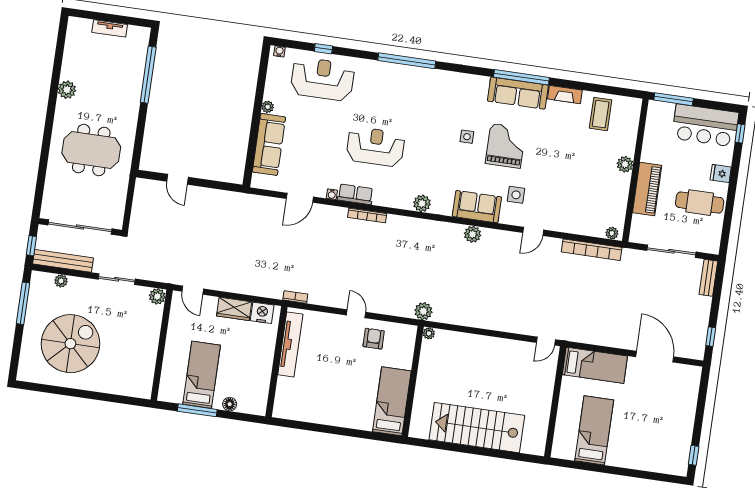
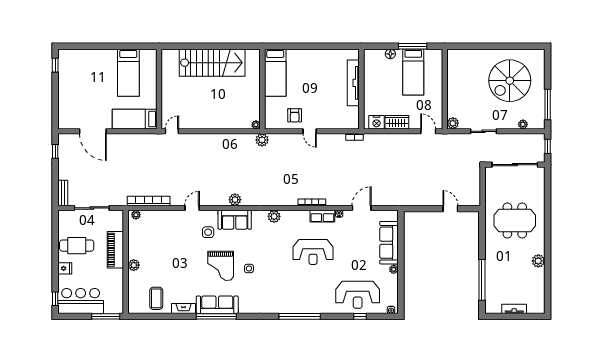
bench: (63, 261) -> (524, 139), removed
tv unit: (290, 344) -> (353, 83), moved

